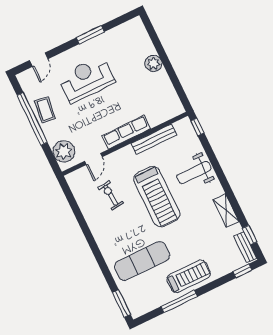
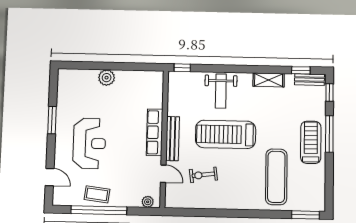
reception desk: (87, 79) -> (89, 143), turned 180
bench: (154, 139) -> (173, 139), moved
plant: (64, 151) -> (148, 202), width x0.53, depth x0.53
treadmill: (157, 197) -> (226, 134), turned 180
window: (179, 302) -> (329, 134), moved

